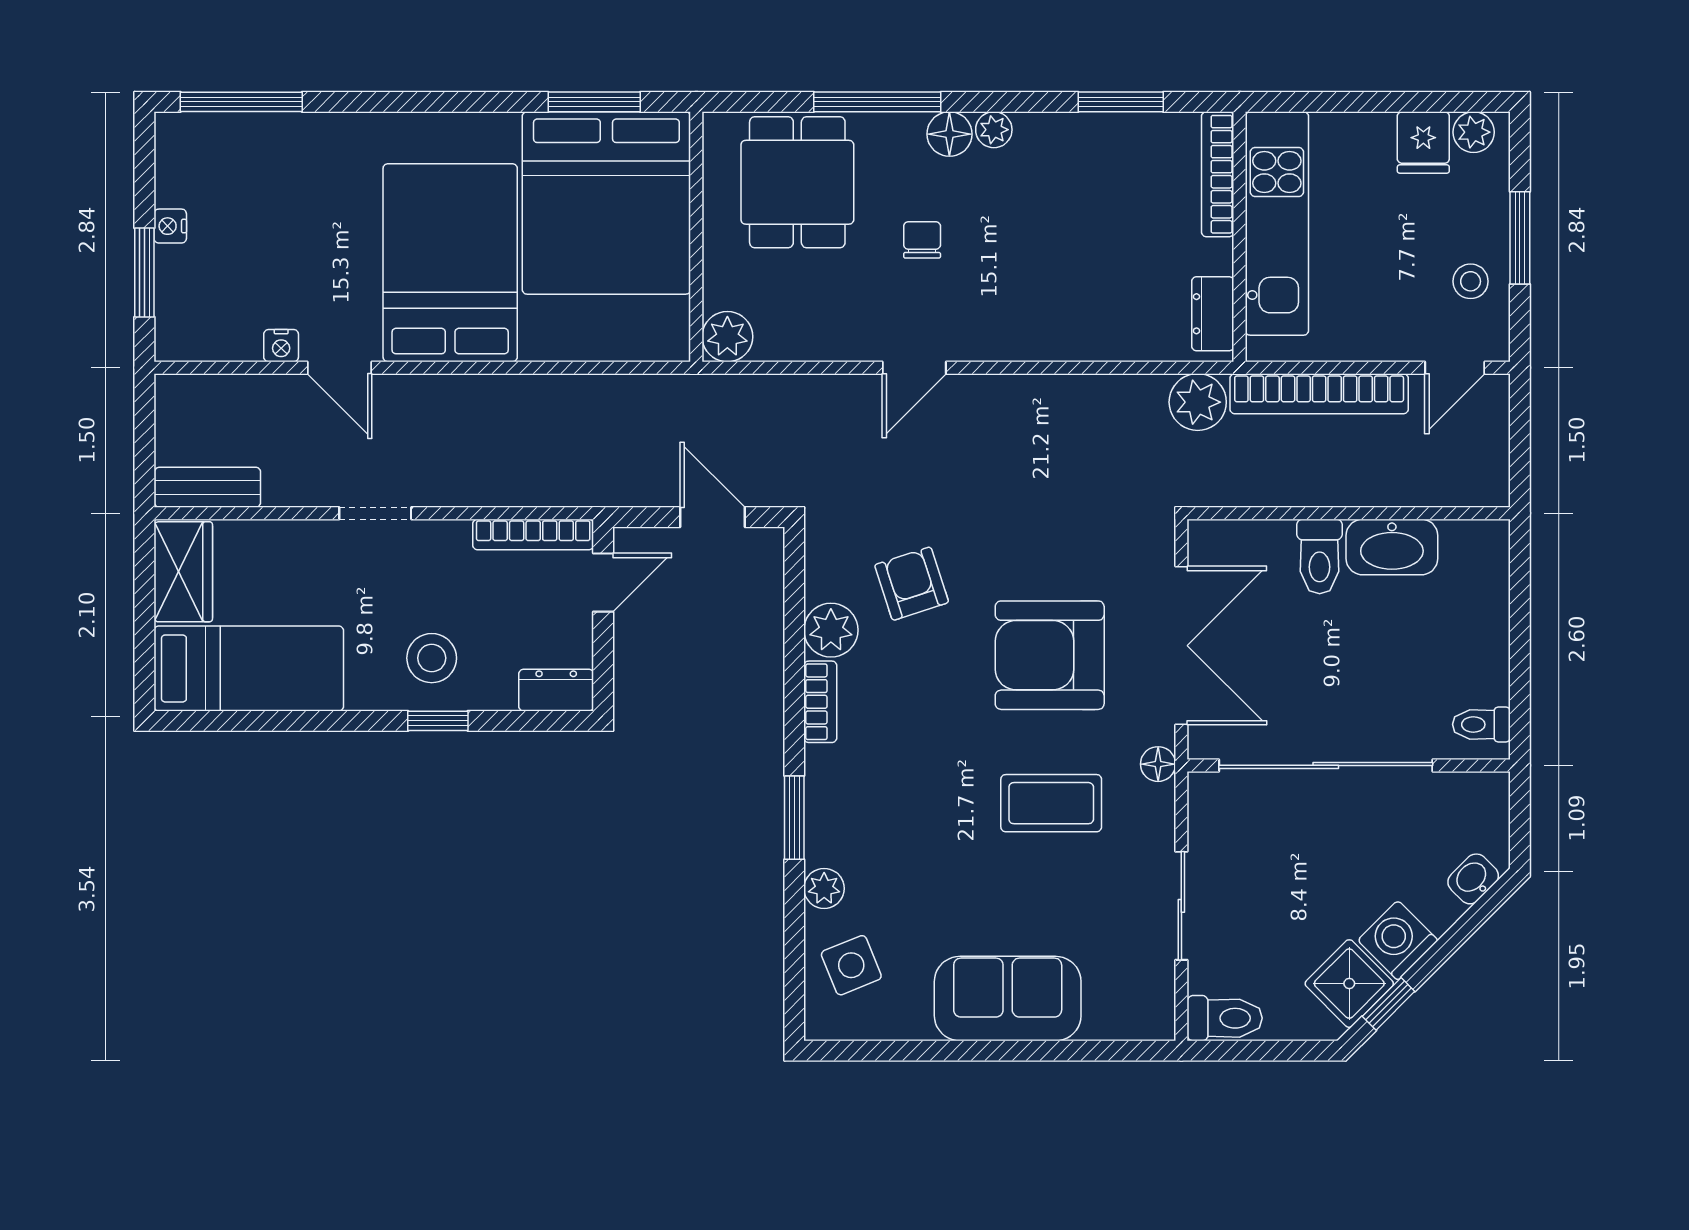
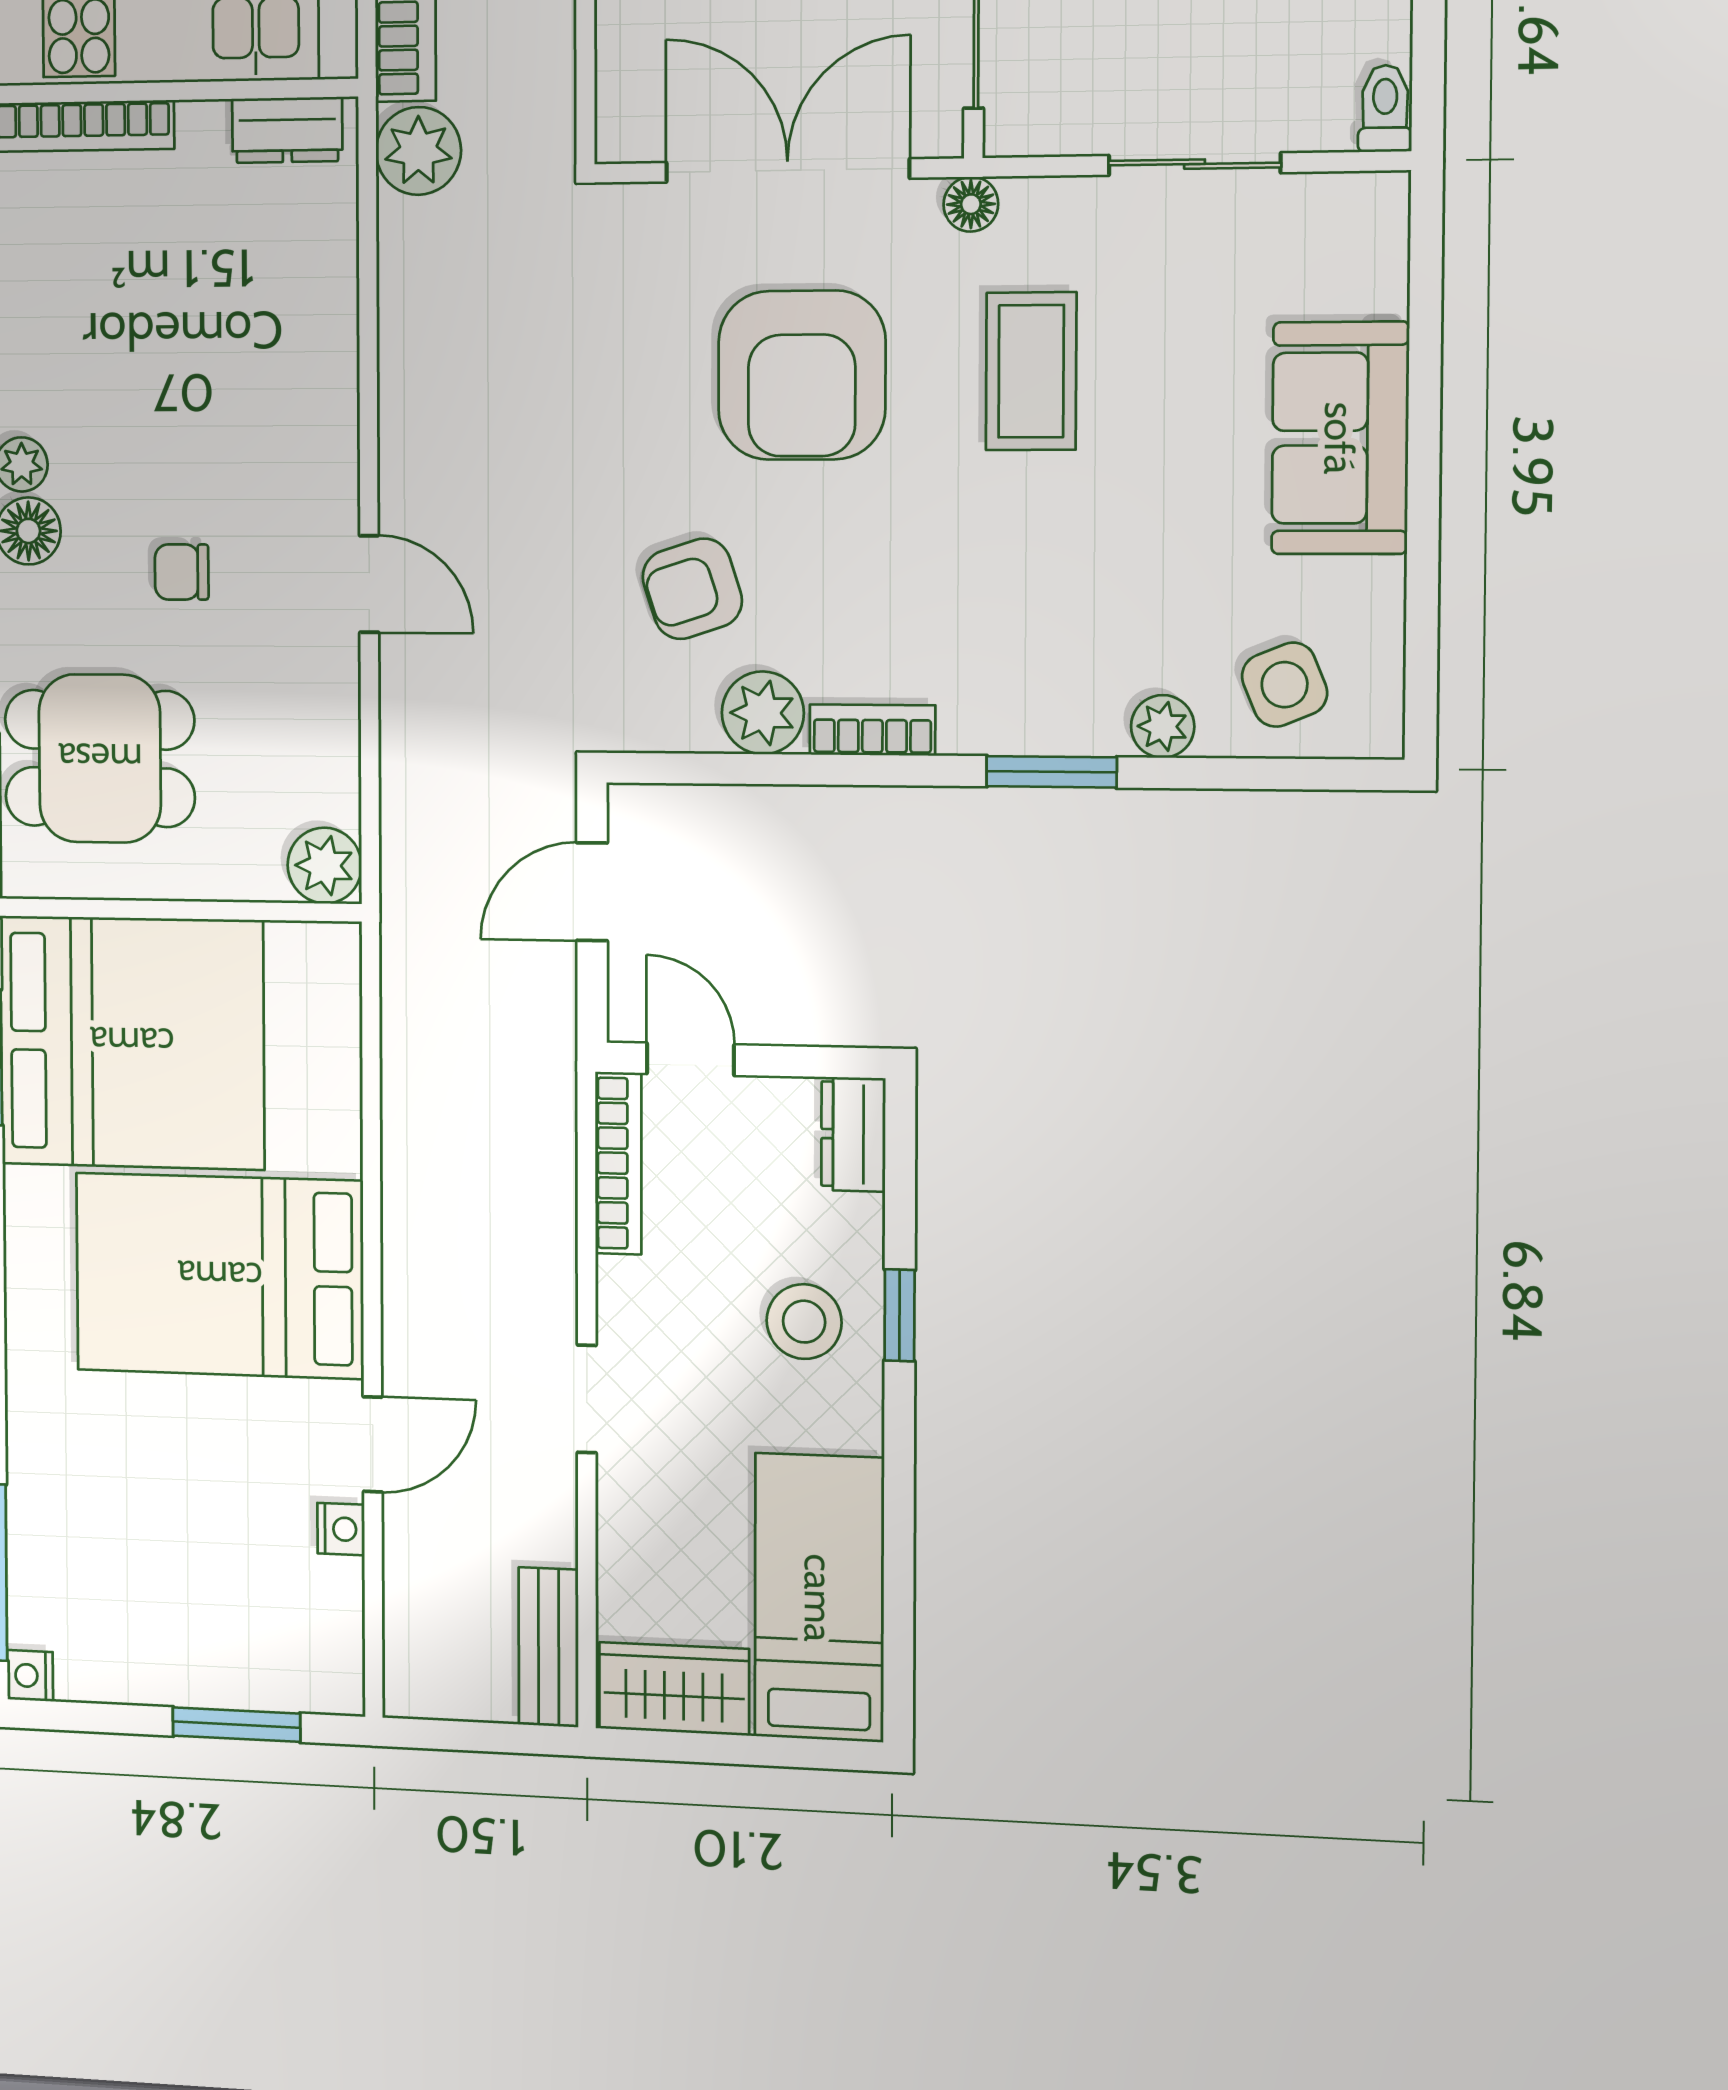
nightstand: (170, 226) -> (30, 1676), moved, turned 90
toilet: (1225, 1018) -> (1385, 109), width x0.73, depth x0.72

